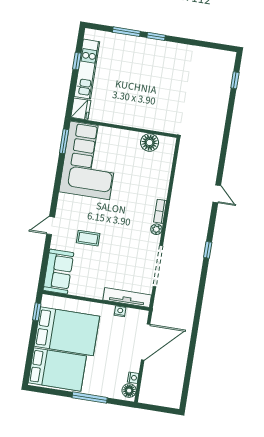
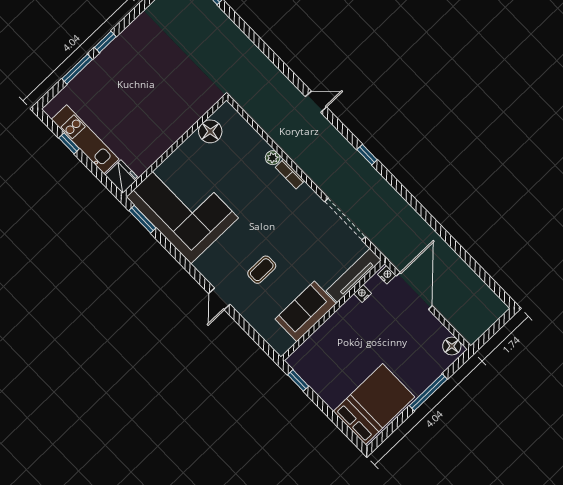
plant: (156, 229) -> (273, 158), moved
sofa: (58, 272) -> (306, 311), moved, turned -90
bed: (67, 331) -> (342, 364), removed
nightstand: (133, 378) -> (387, 275), moved

